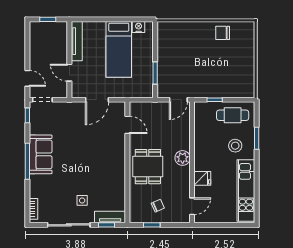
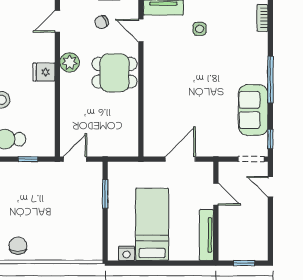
chair: (223, 33) -> (18, 246), turned -90
door: (127, 125) -> (141, 30), moved
sofa: (41, 154) -> (253, 110), moved
plant: (183, 158) -> (70, 62), moved
dining table: (148, 167) -> (115, 73), turned 90
fridge: (202, 178) -> (44, 72), moved

